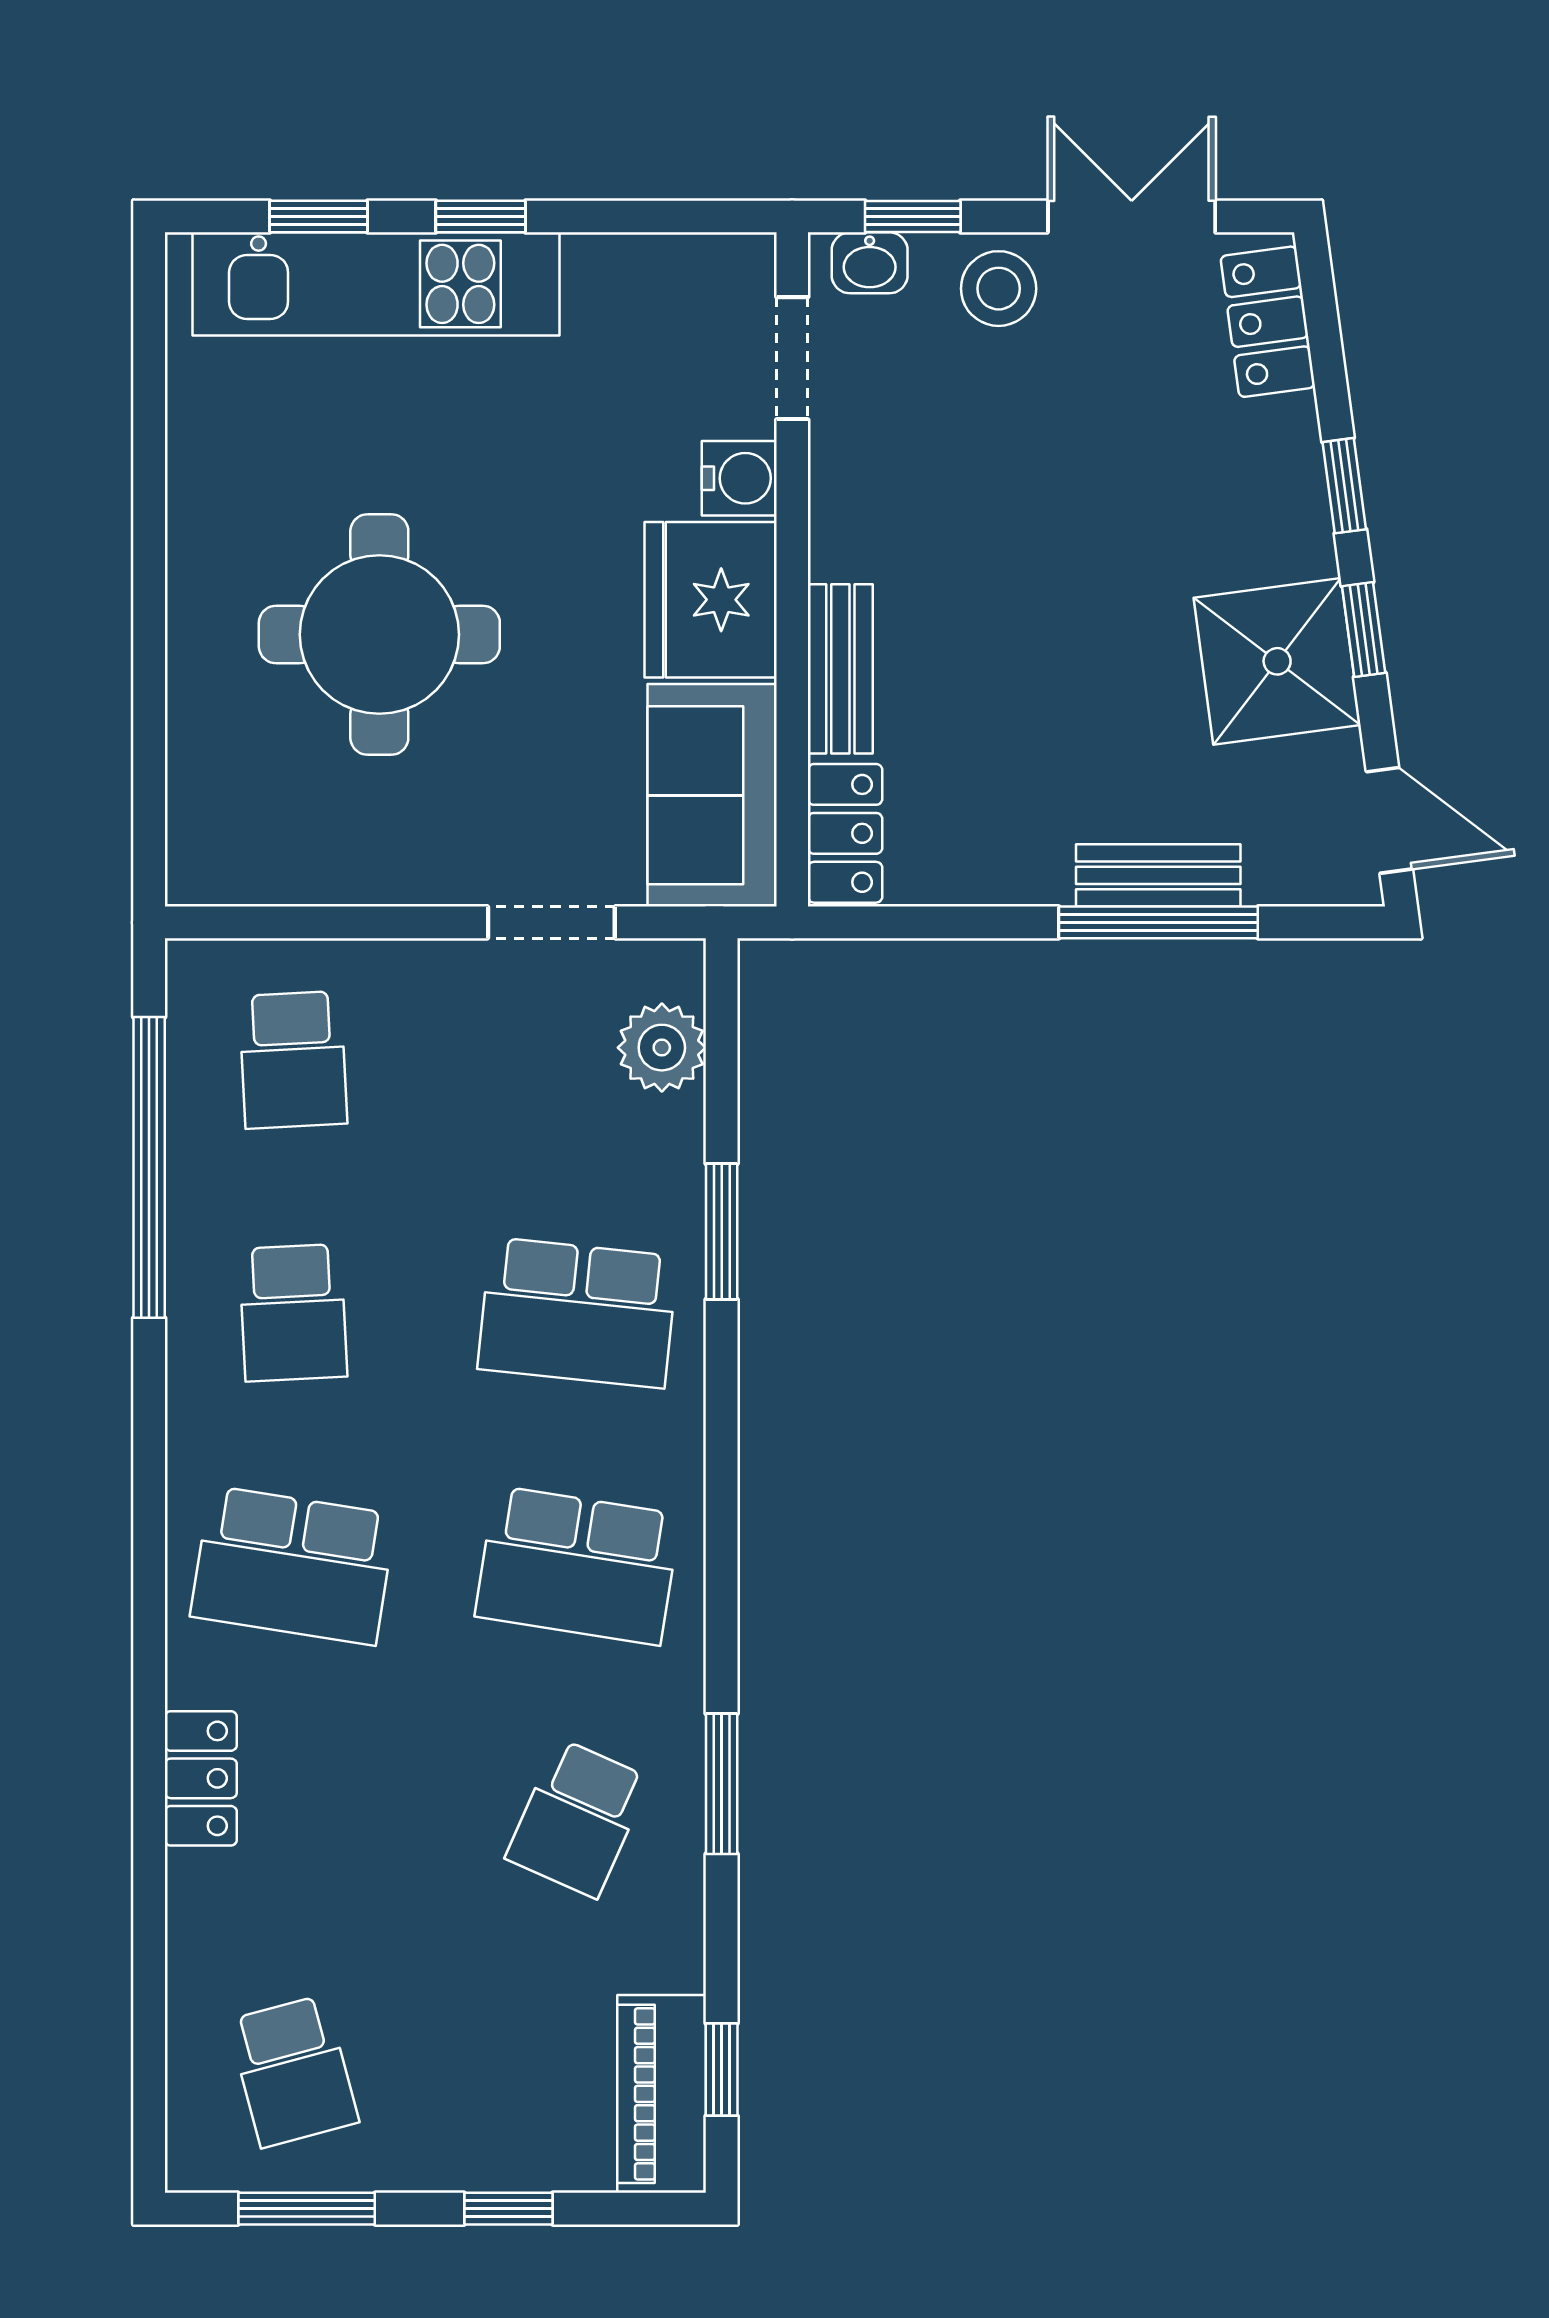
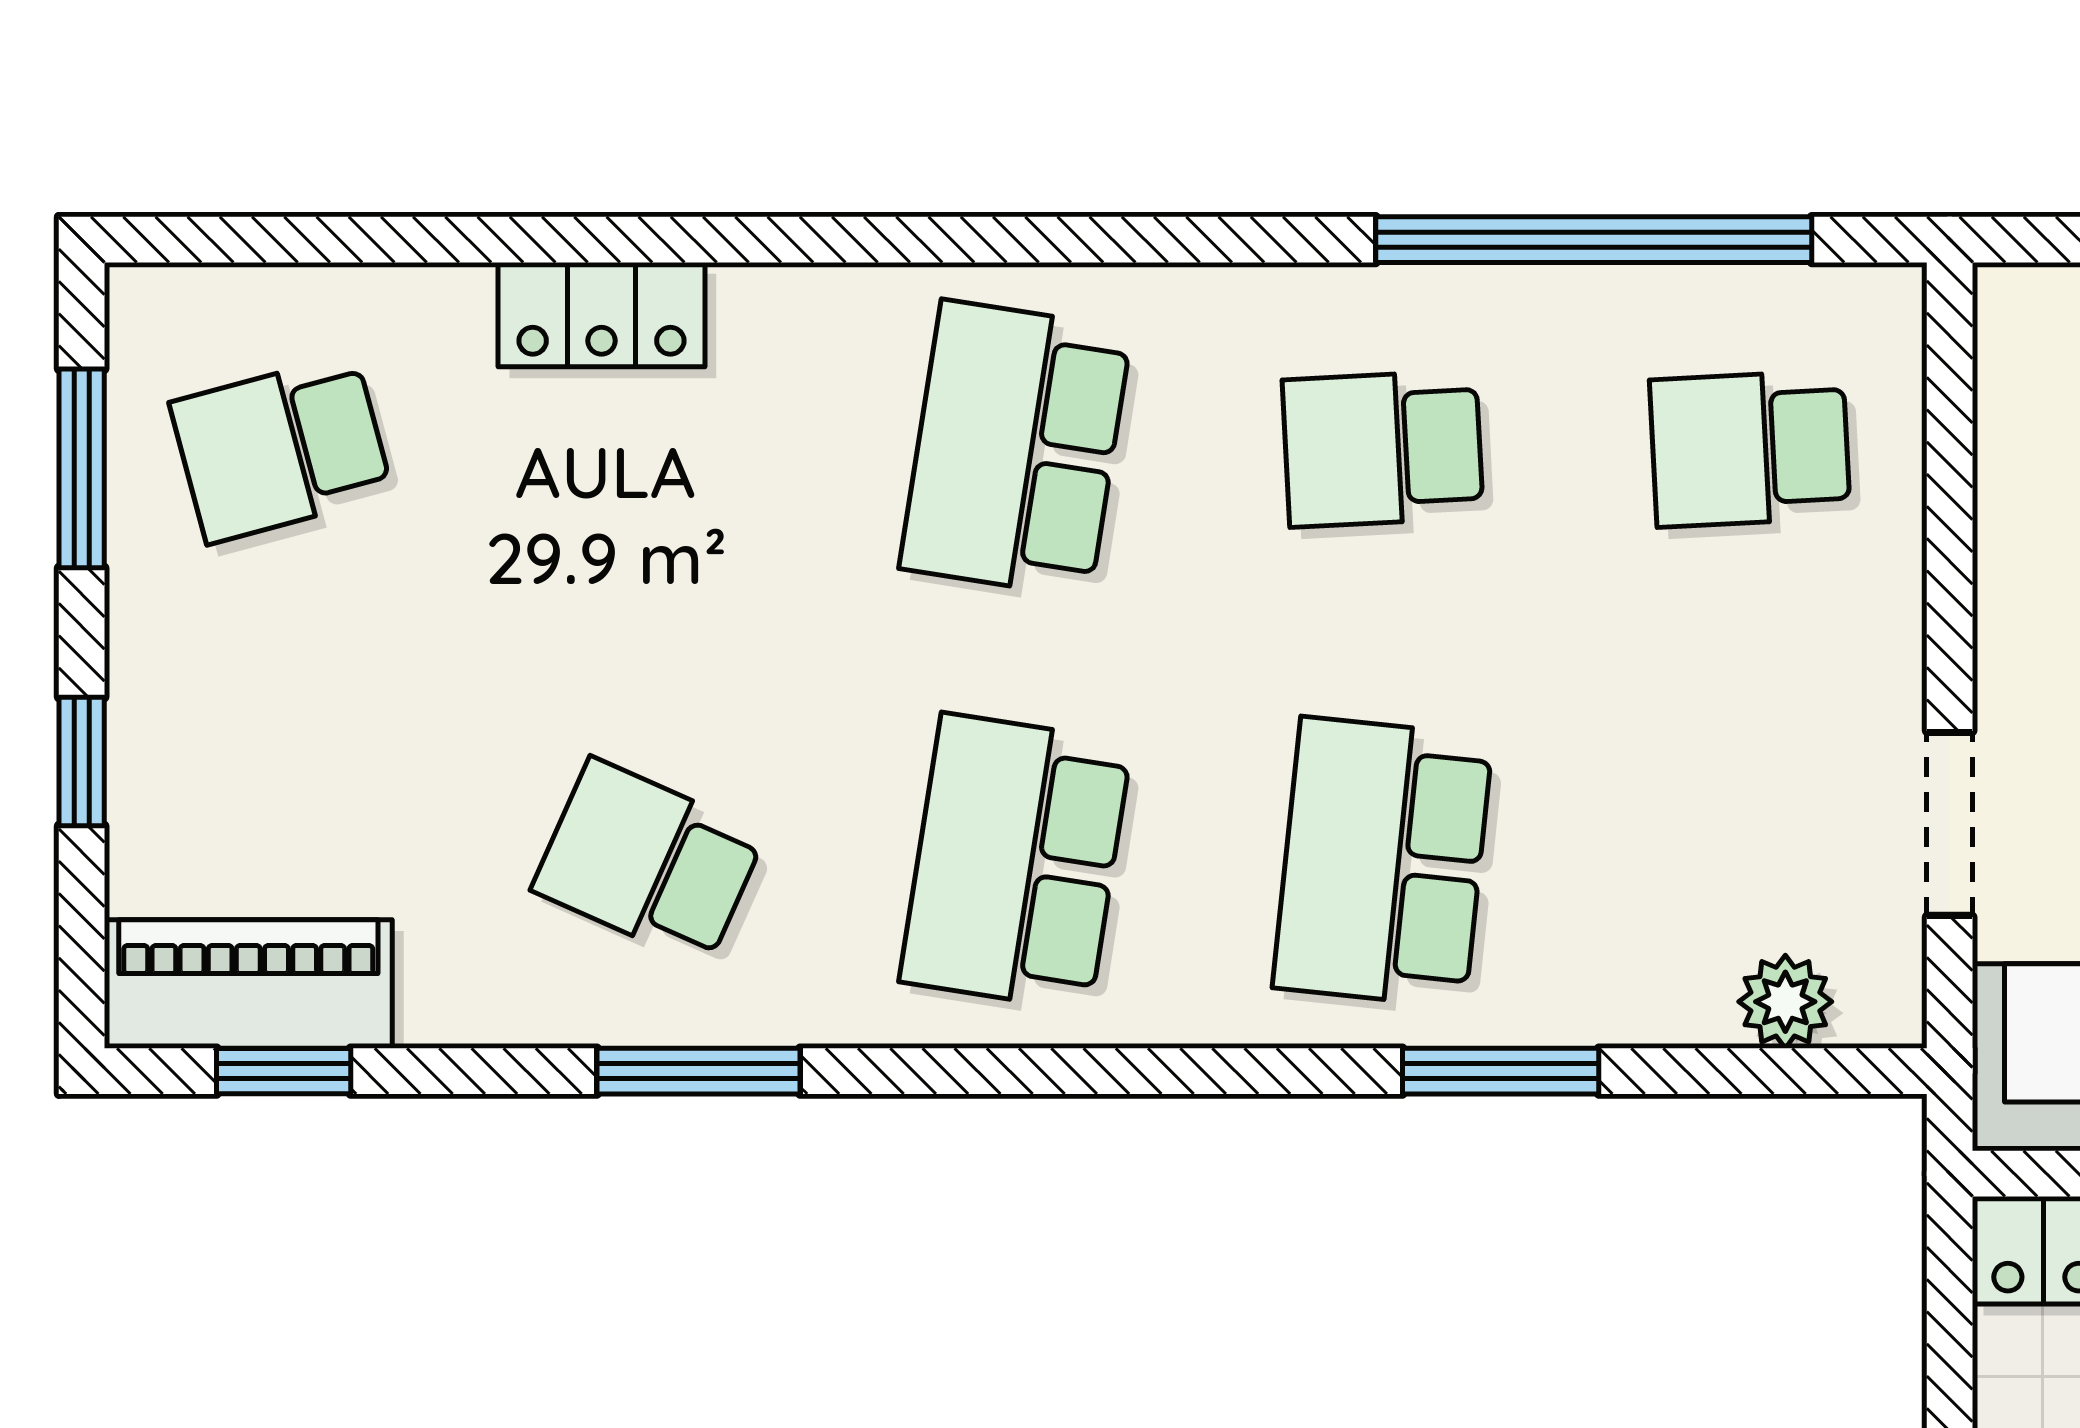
plant: (662, 1048) -> (1785, 1002), width x0.73, depth x0.73
locker: (201, 1778) -> (602, 315), moved

